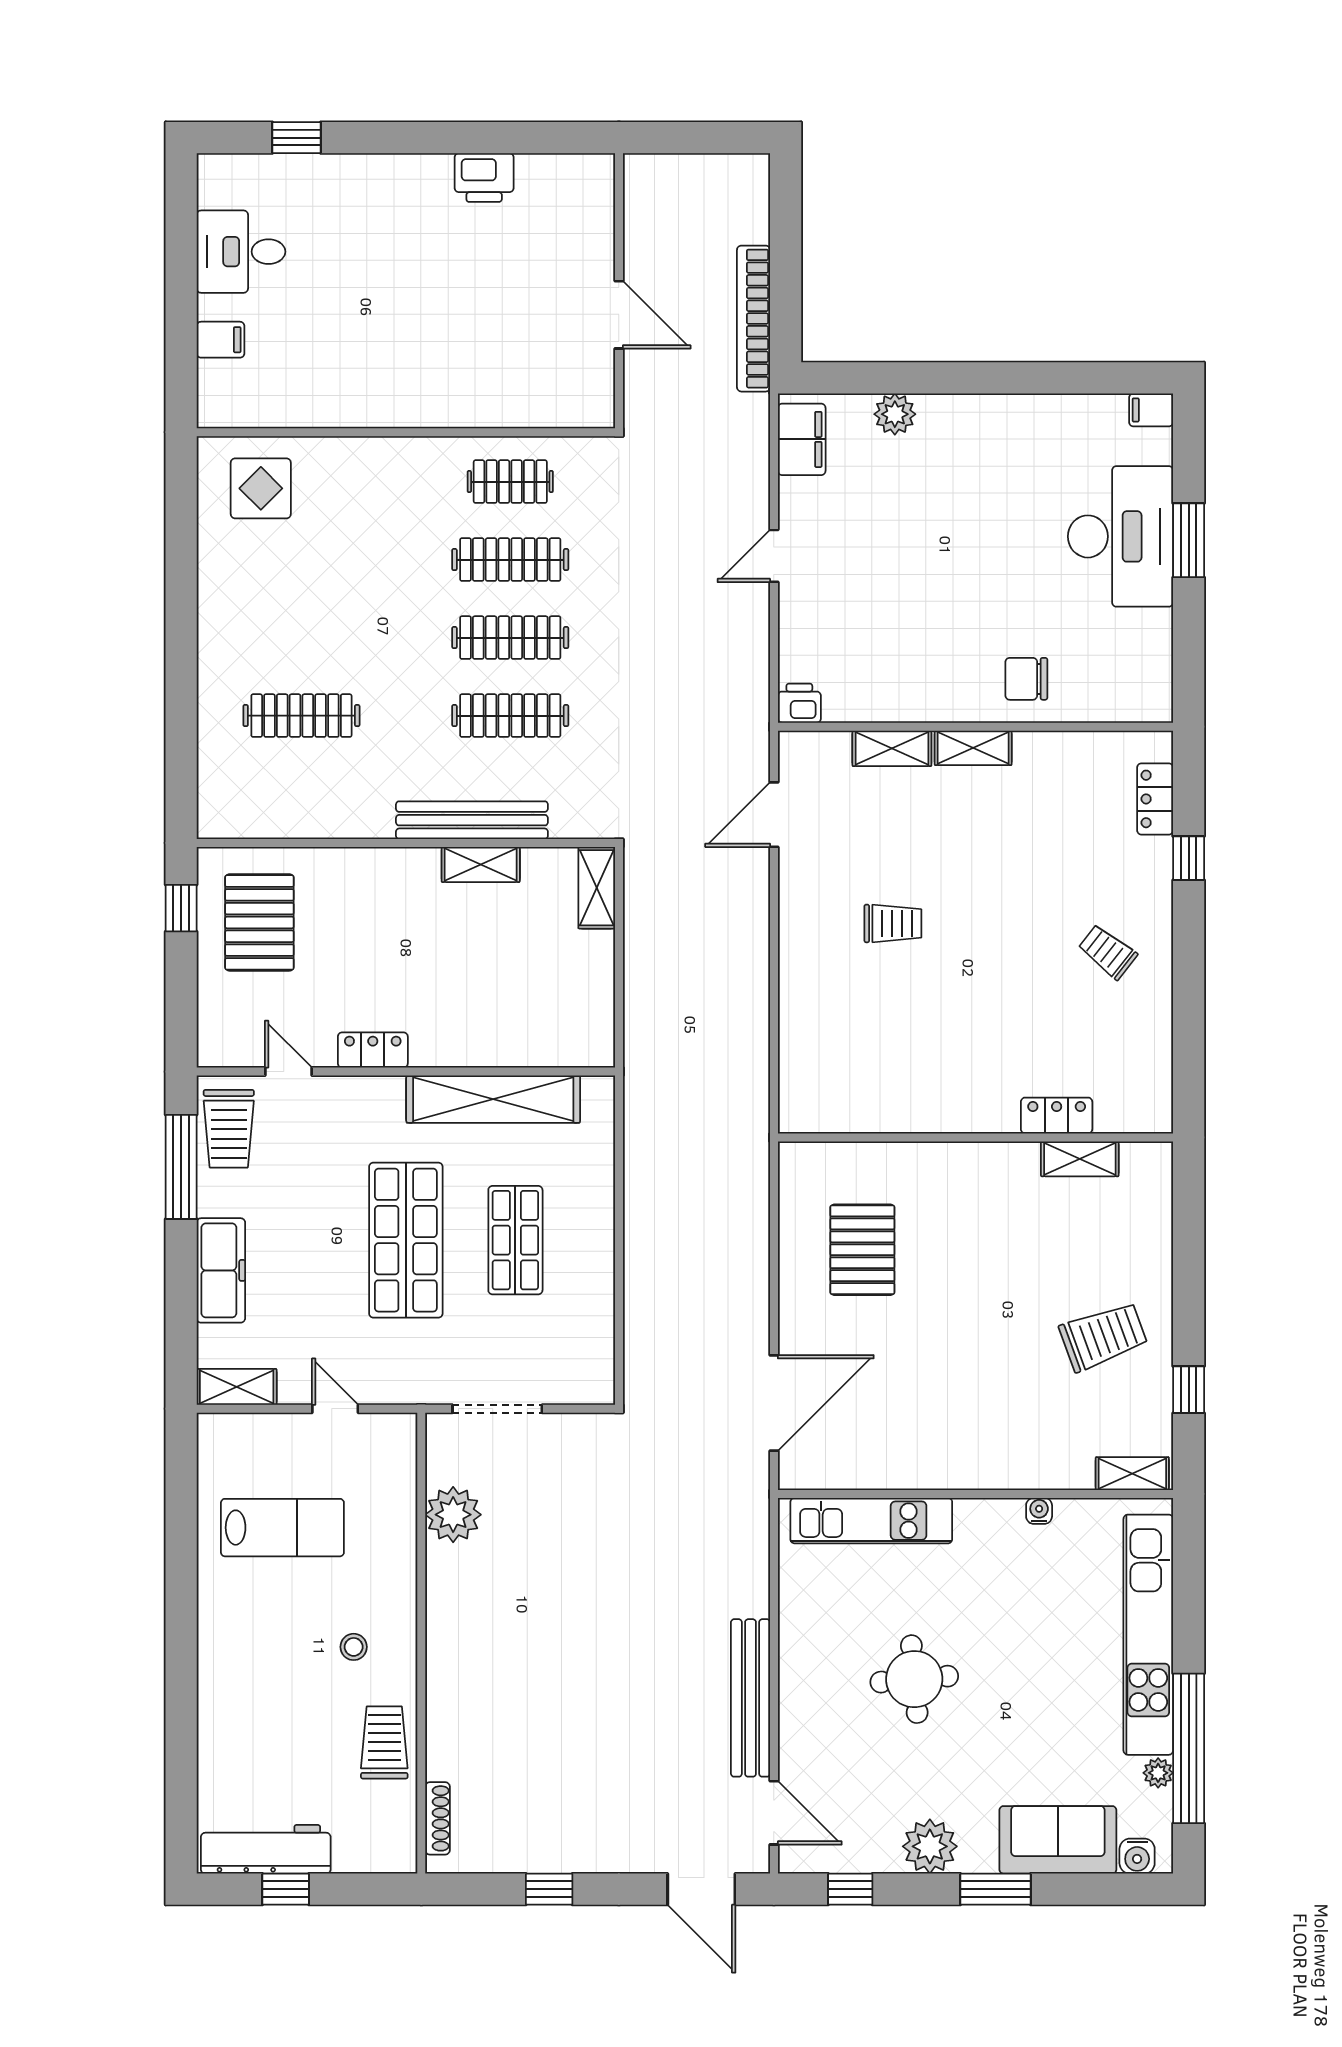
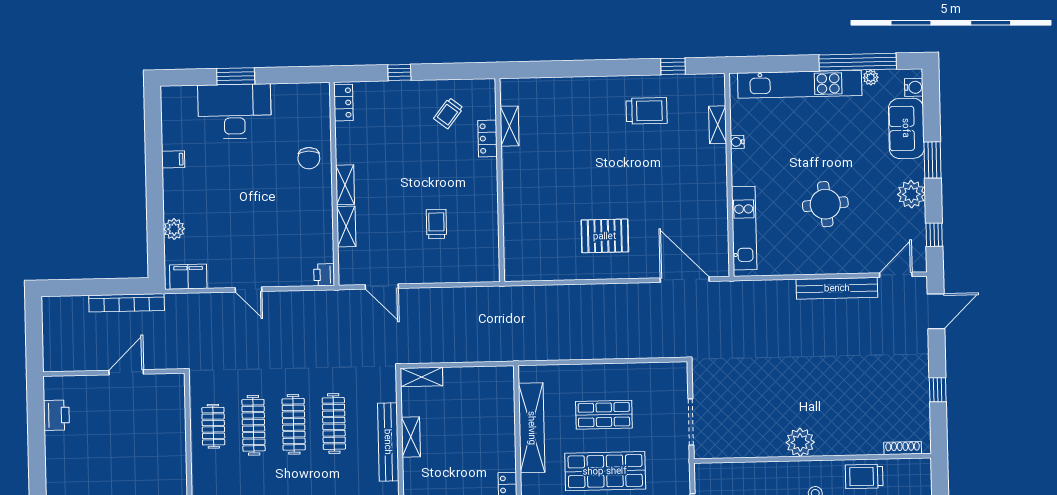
printer: (484, 178) -> (56, 415), moved
filing cabinet: (1151, 410) -> (173, 159), moved, turned -90
locker: (1155, 799) -> (344, 103), moved, turned -90
locker: (1057, 1116) -> (488, 139), moved
wall: (975, 1137) -> (500, 180), moved
shelving: (1080, 1159) -> (510, 126), moved
trolley: (1103, 1336) -> (647, 111), turned 110
shelving: (1132, 1474) -> (718, 125), moved
plant: (453, 1515) -> (800, 442), moved

